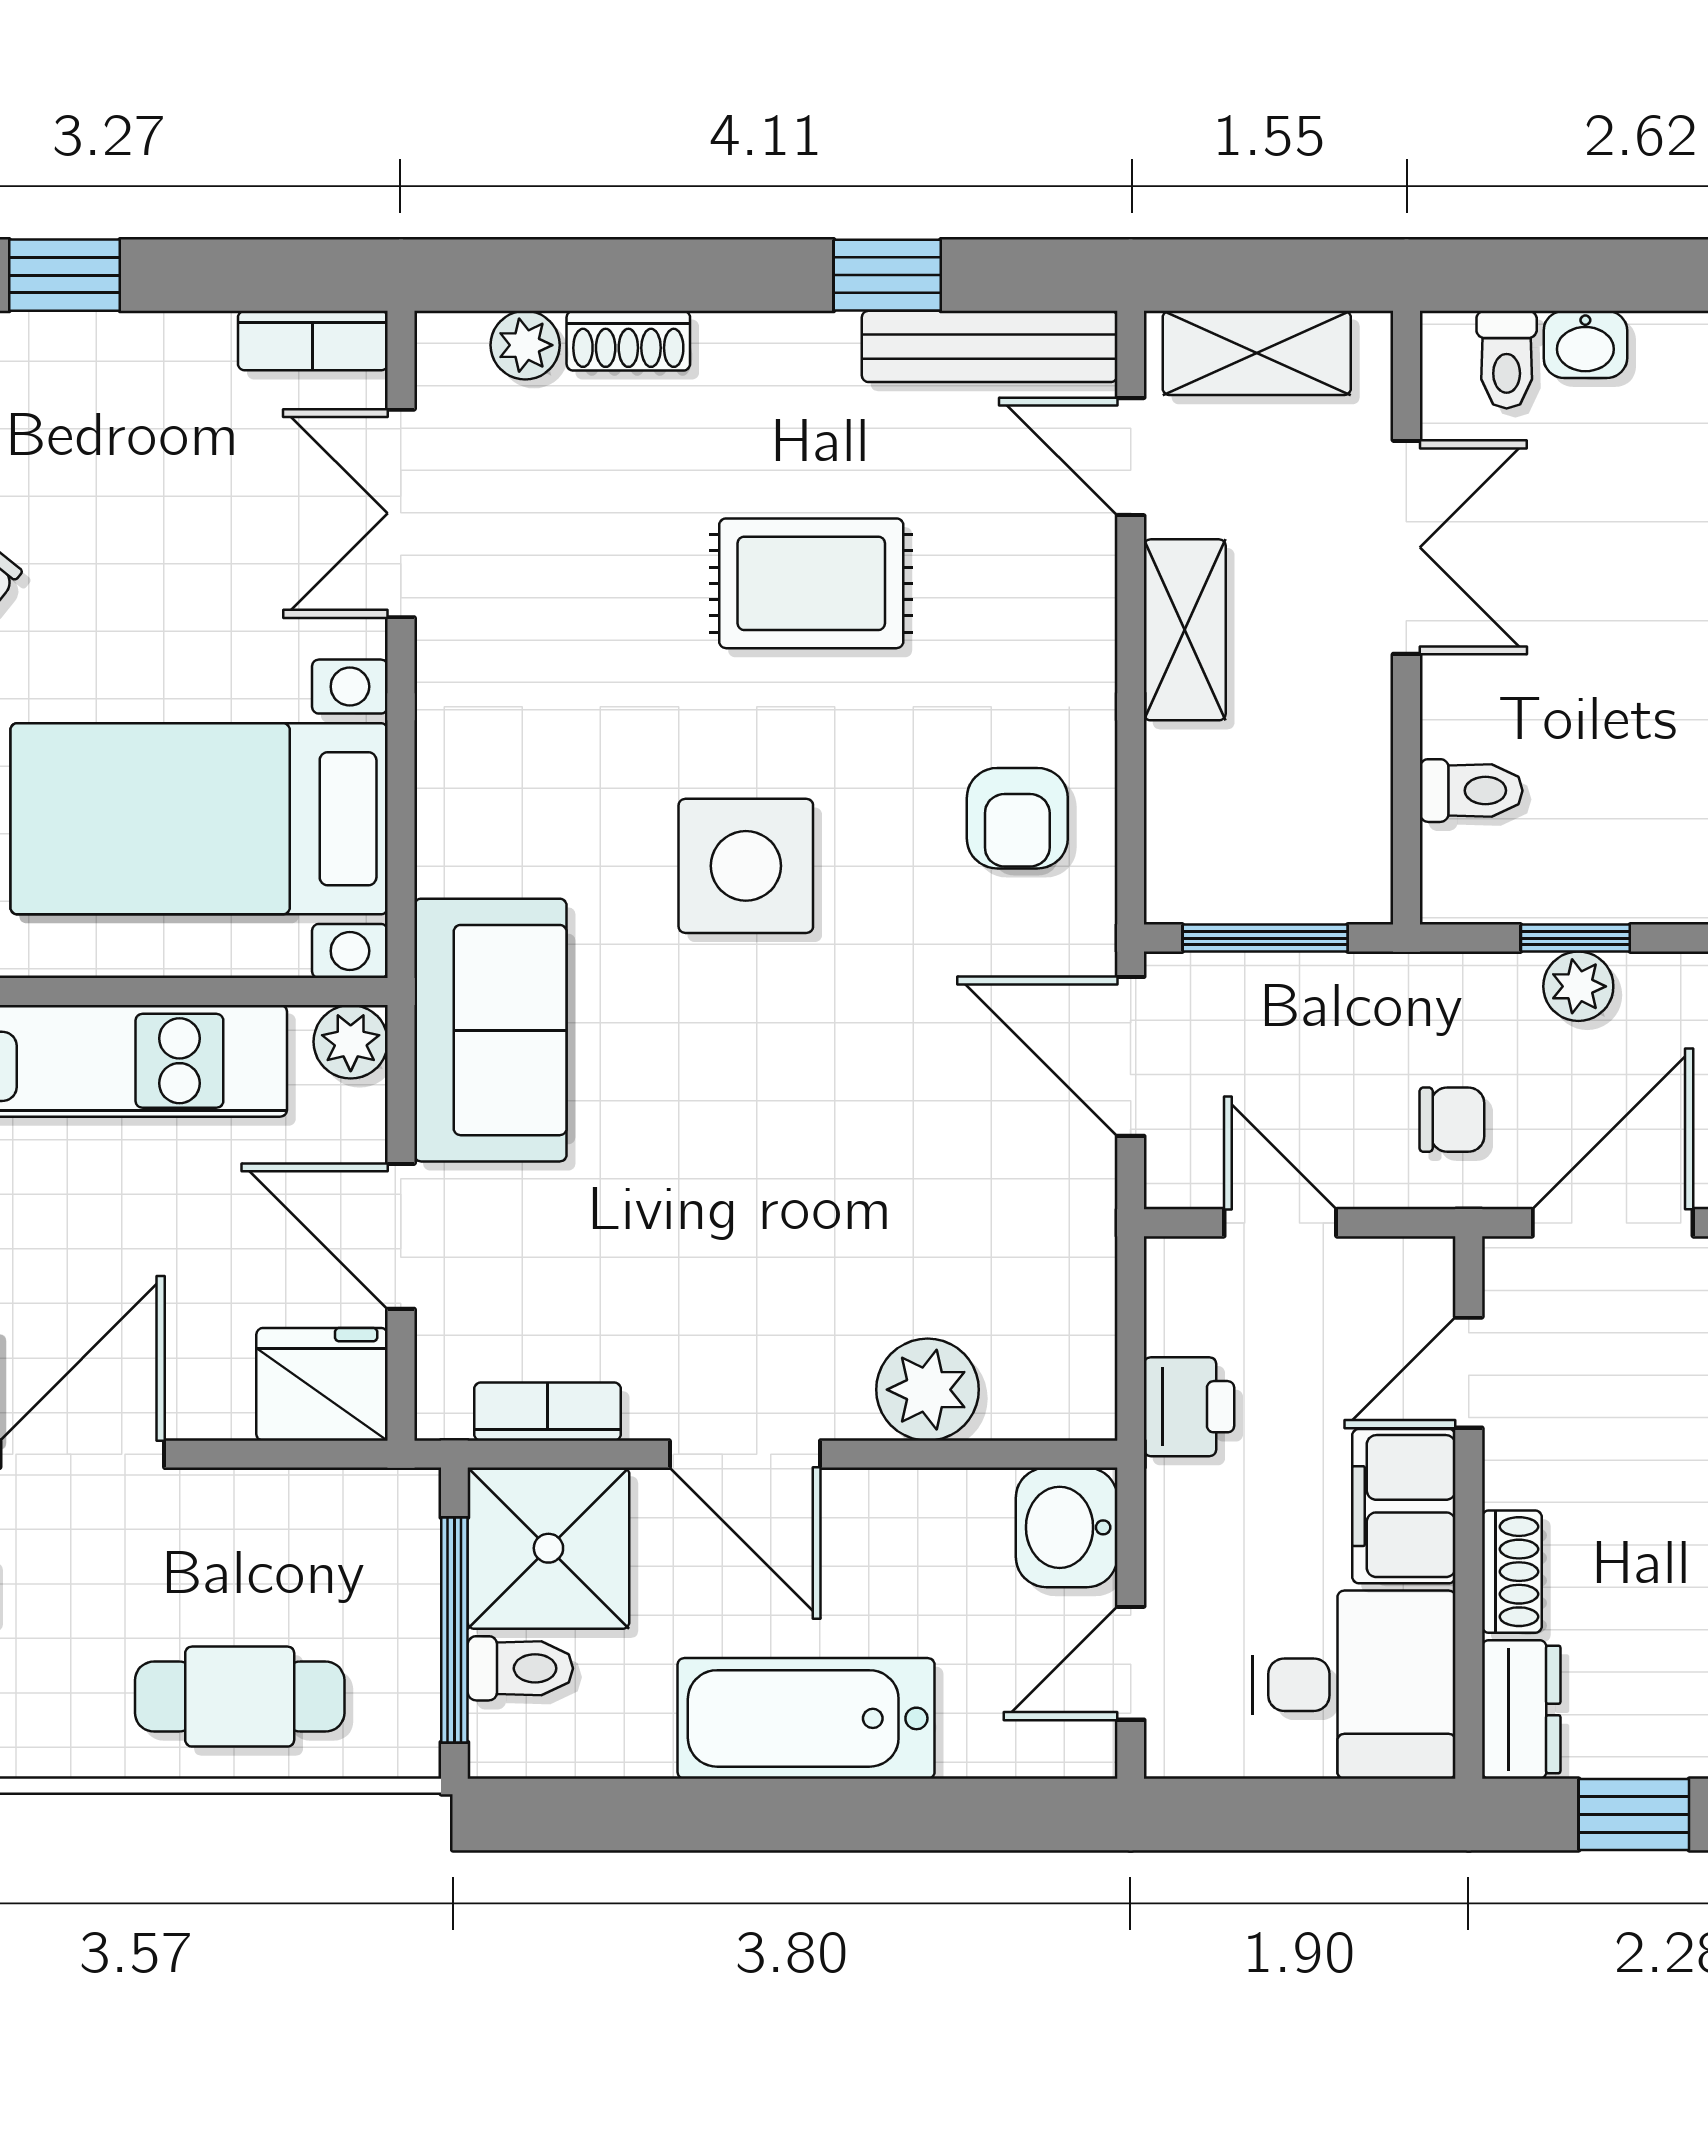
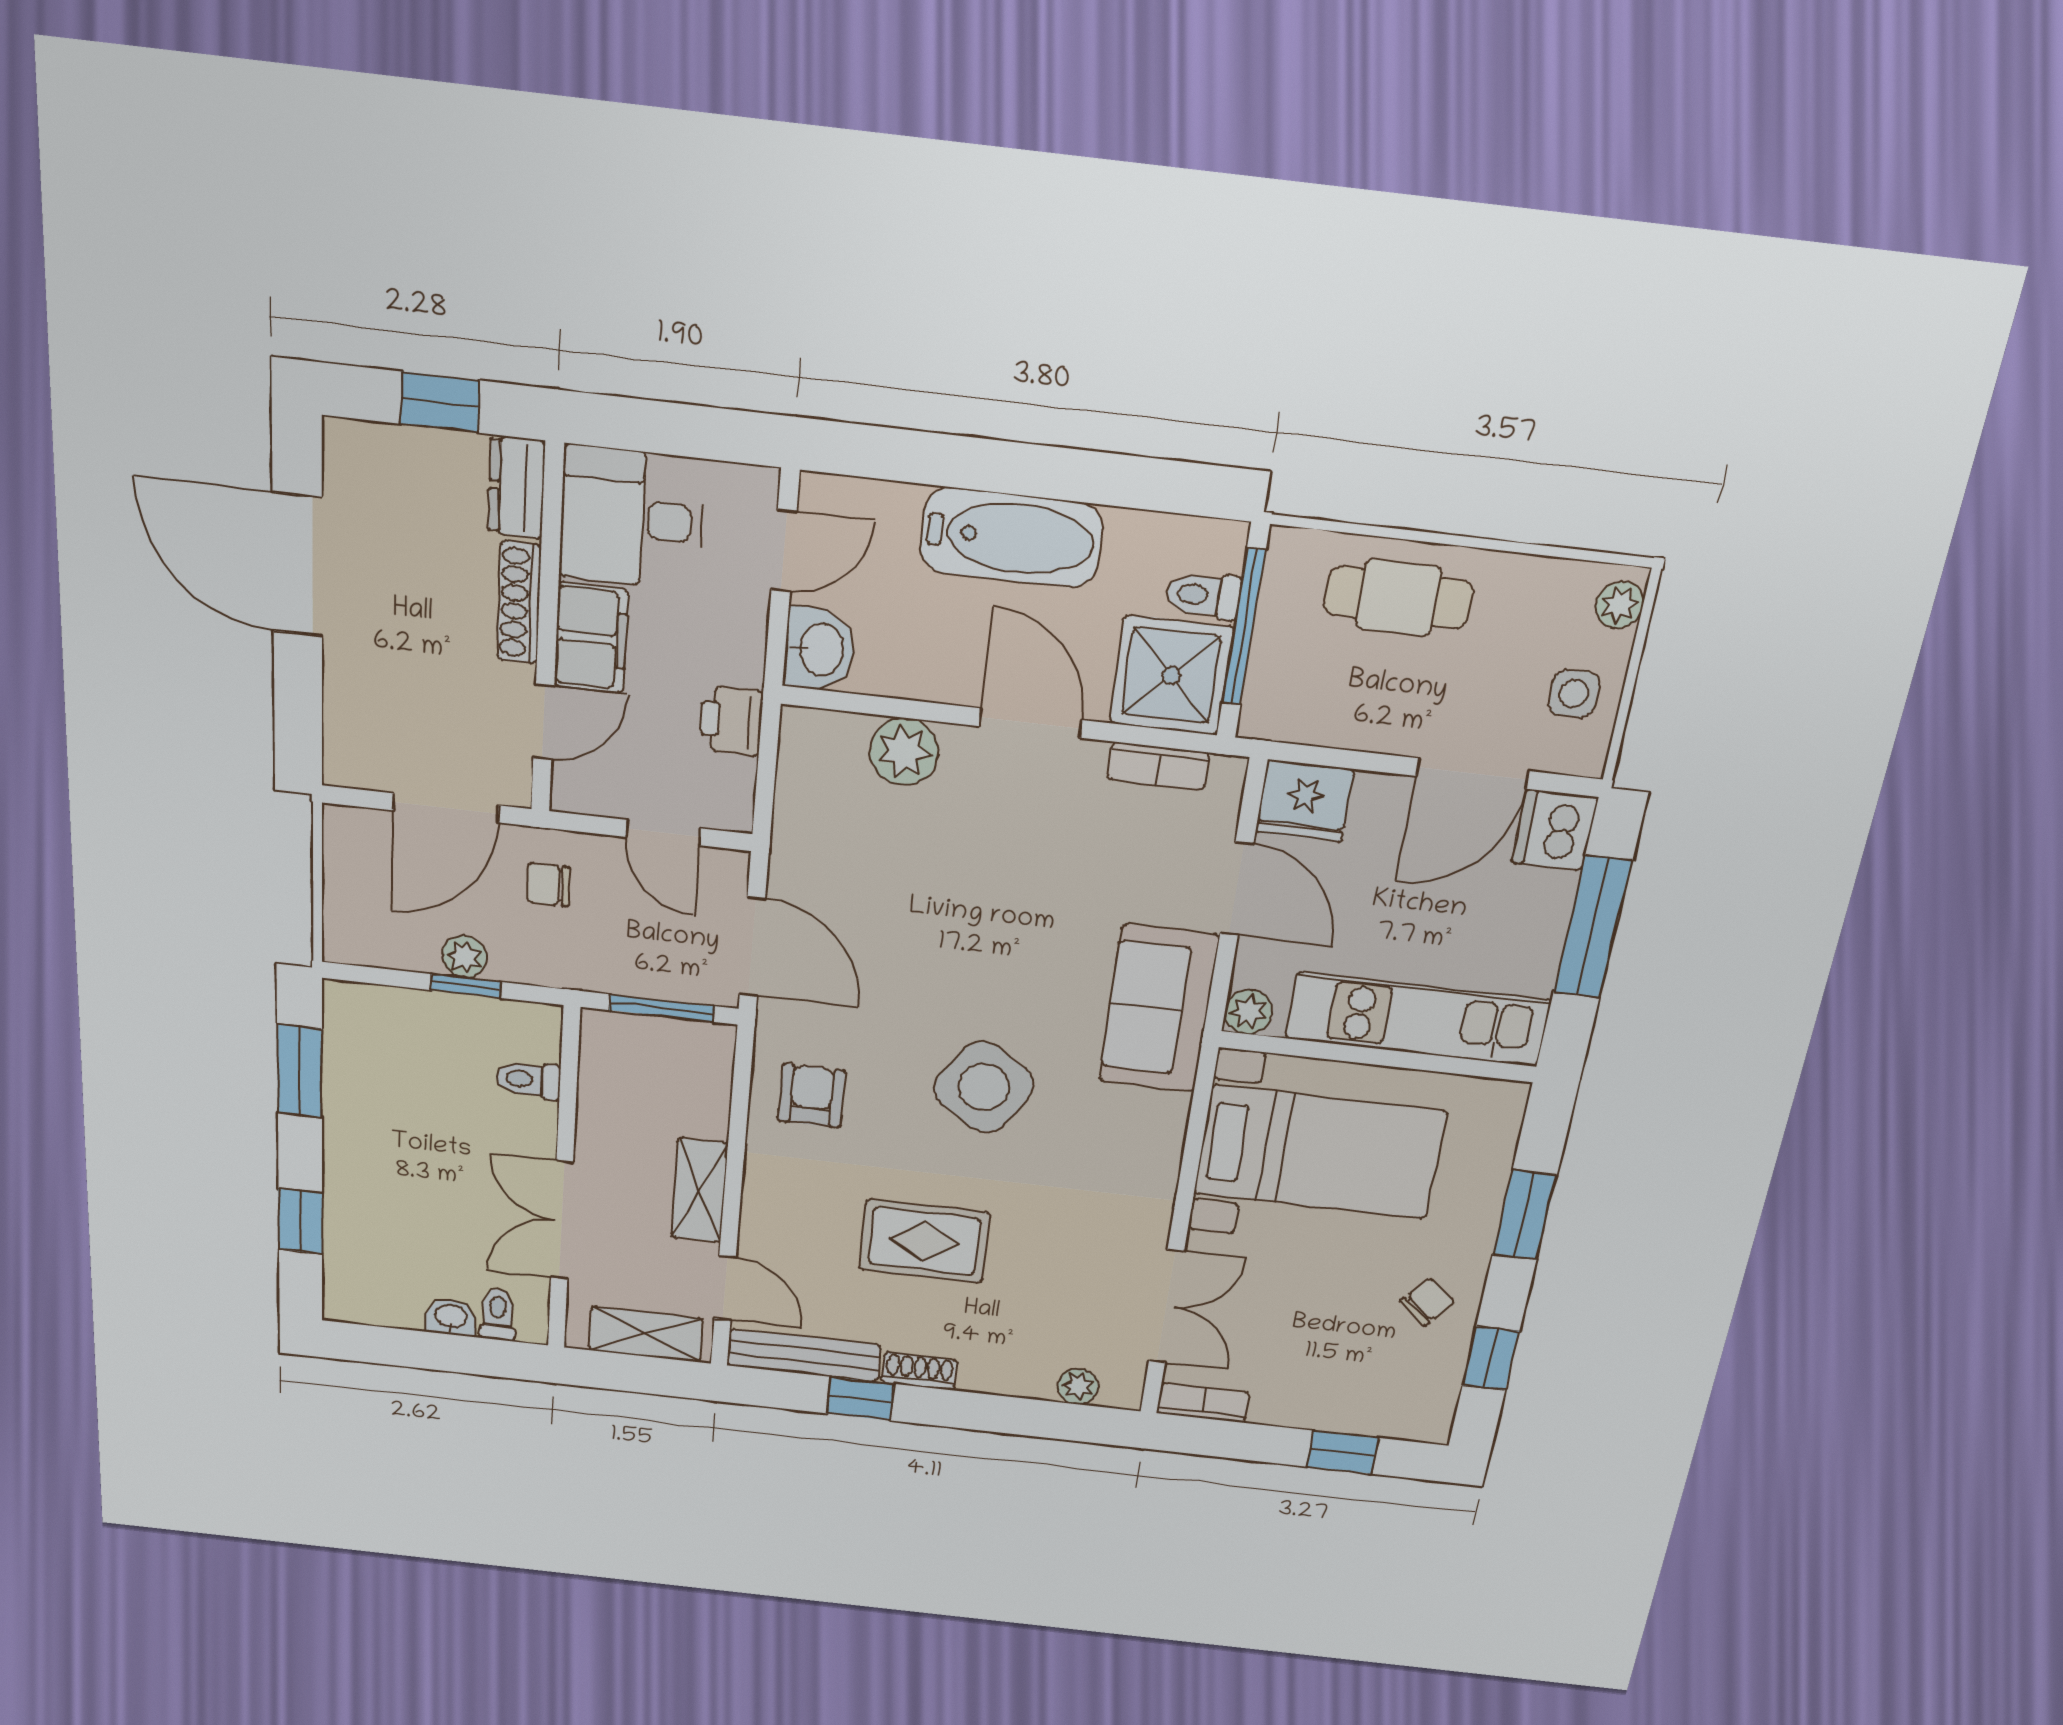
shoe rack: (628, 341) -> (920, 1371), moved
side table: (746, 866) -> (984, 1087), turned 33
shoe rack: (1512, 1572) -> (519, 603), width x1.43

